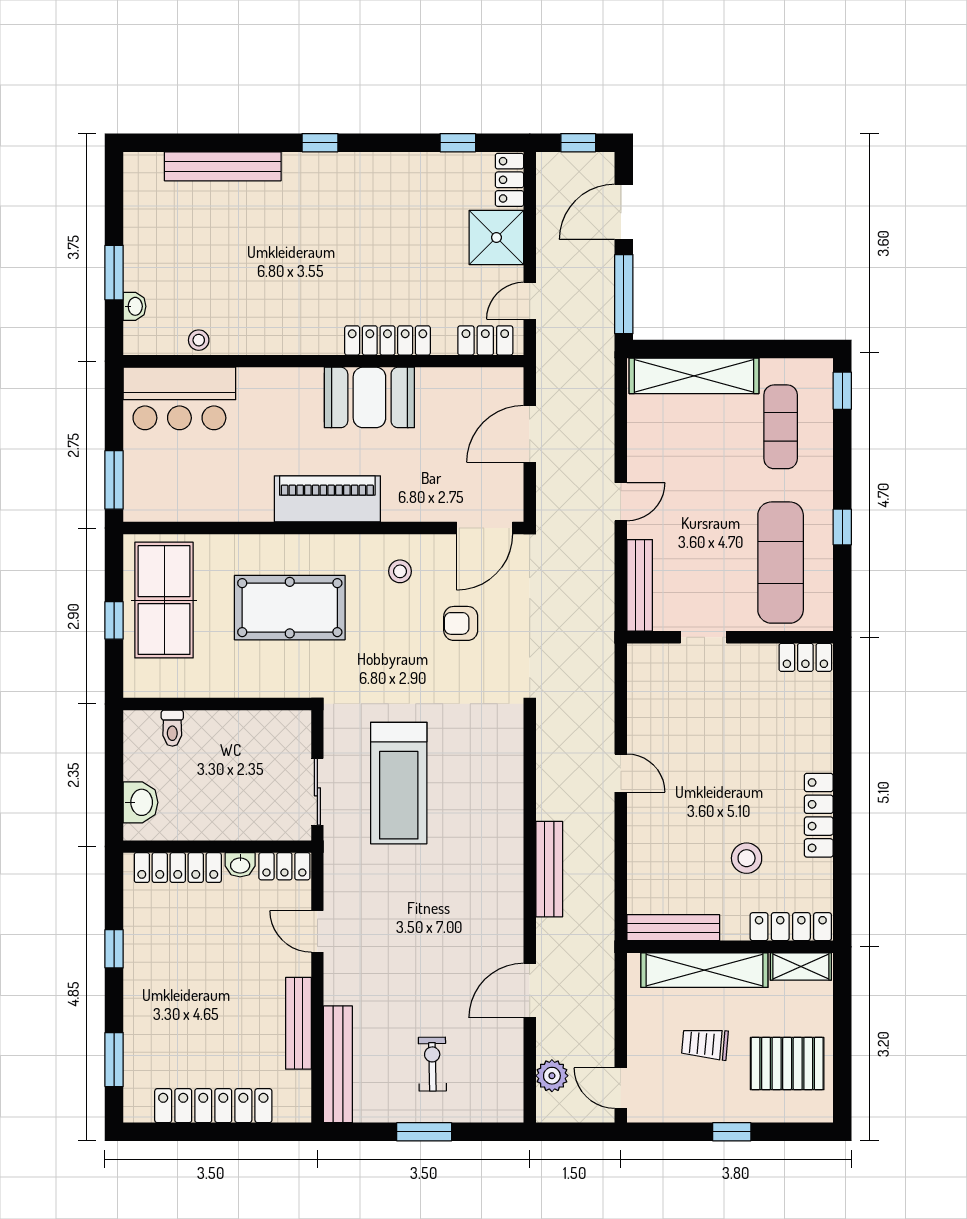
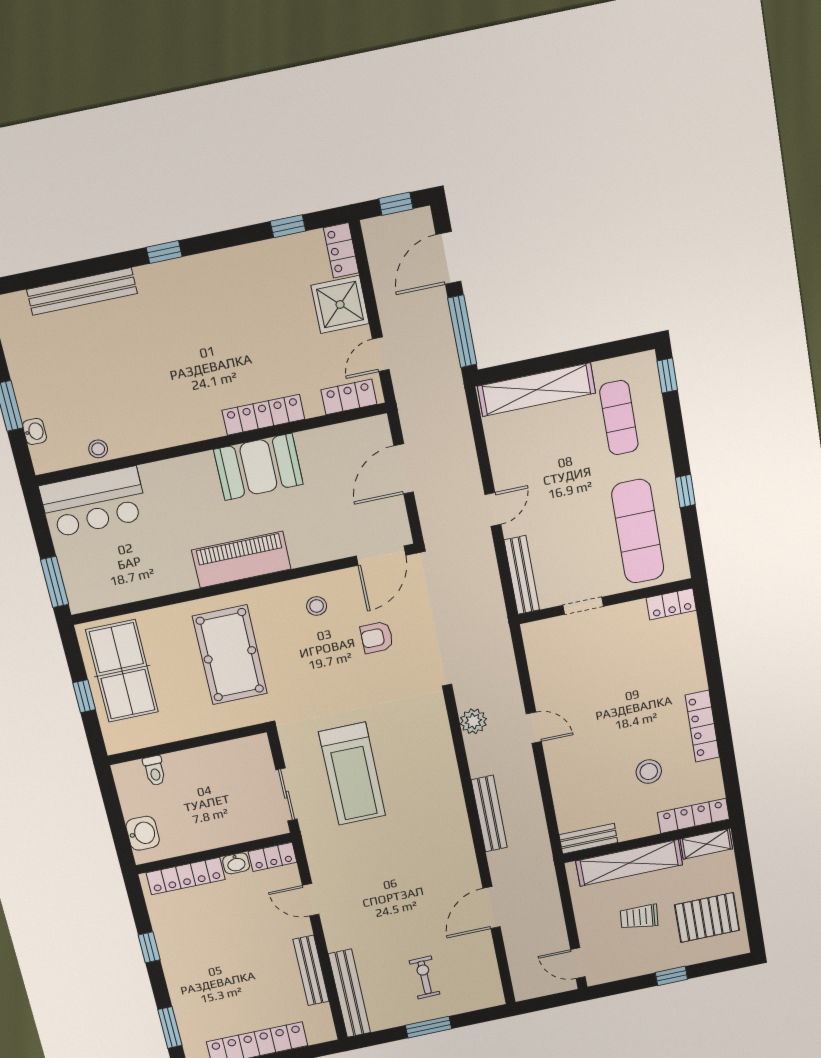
pool table: (290, 608) -> (230, 655), turned 90
bench: (673, 928) -> (588, 839), width x0.73
plant: (552, 1076) -> (473, 721), moved

